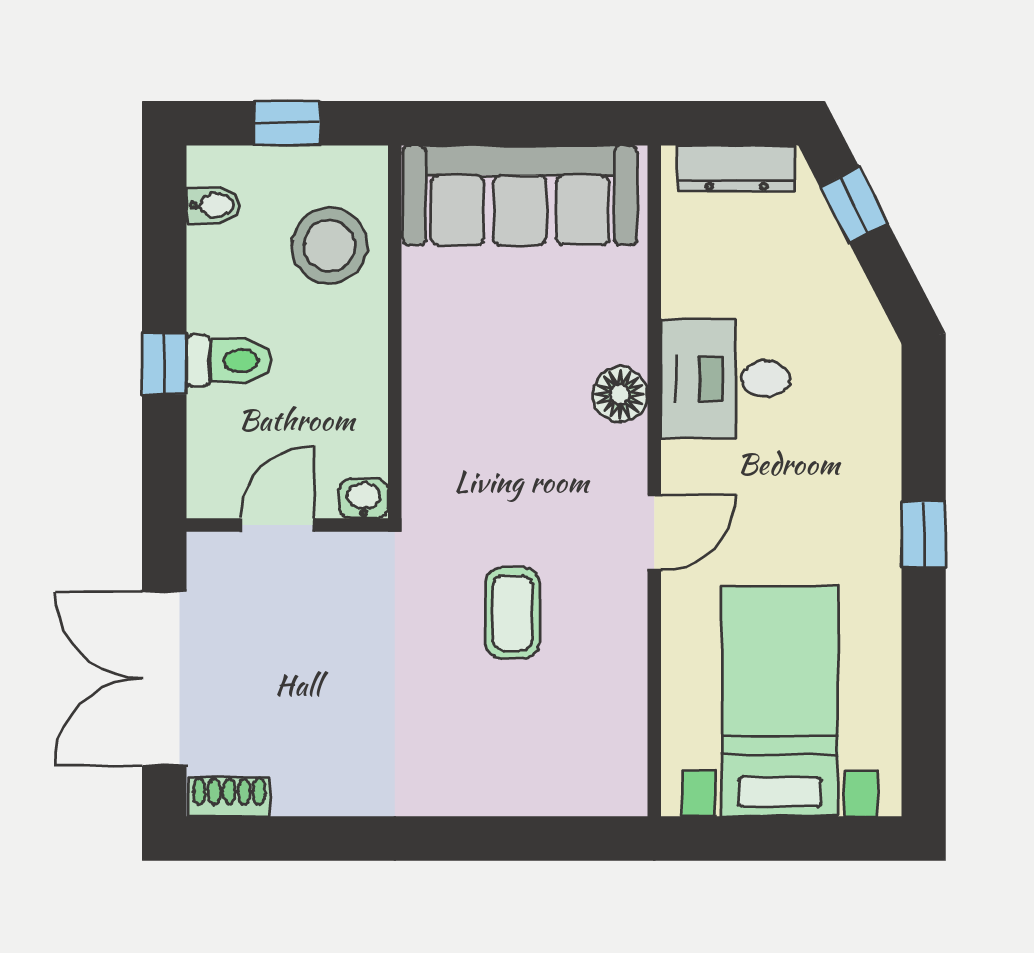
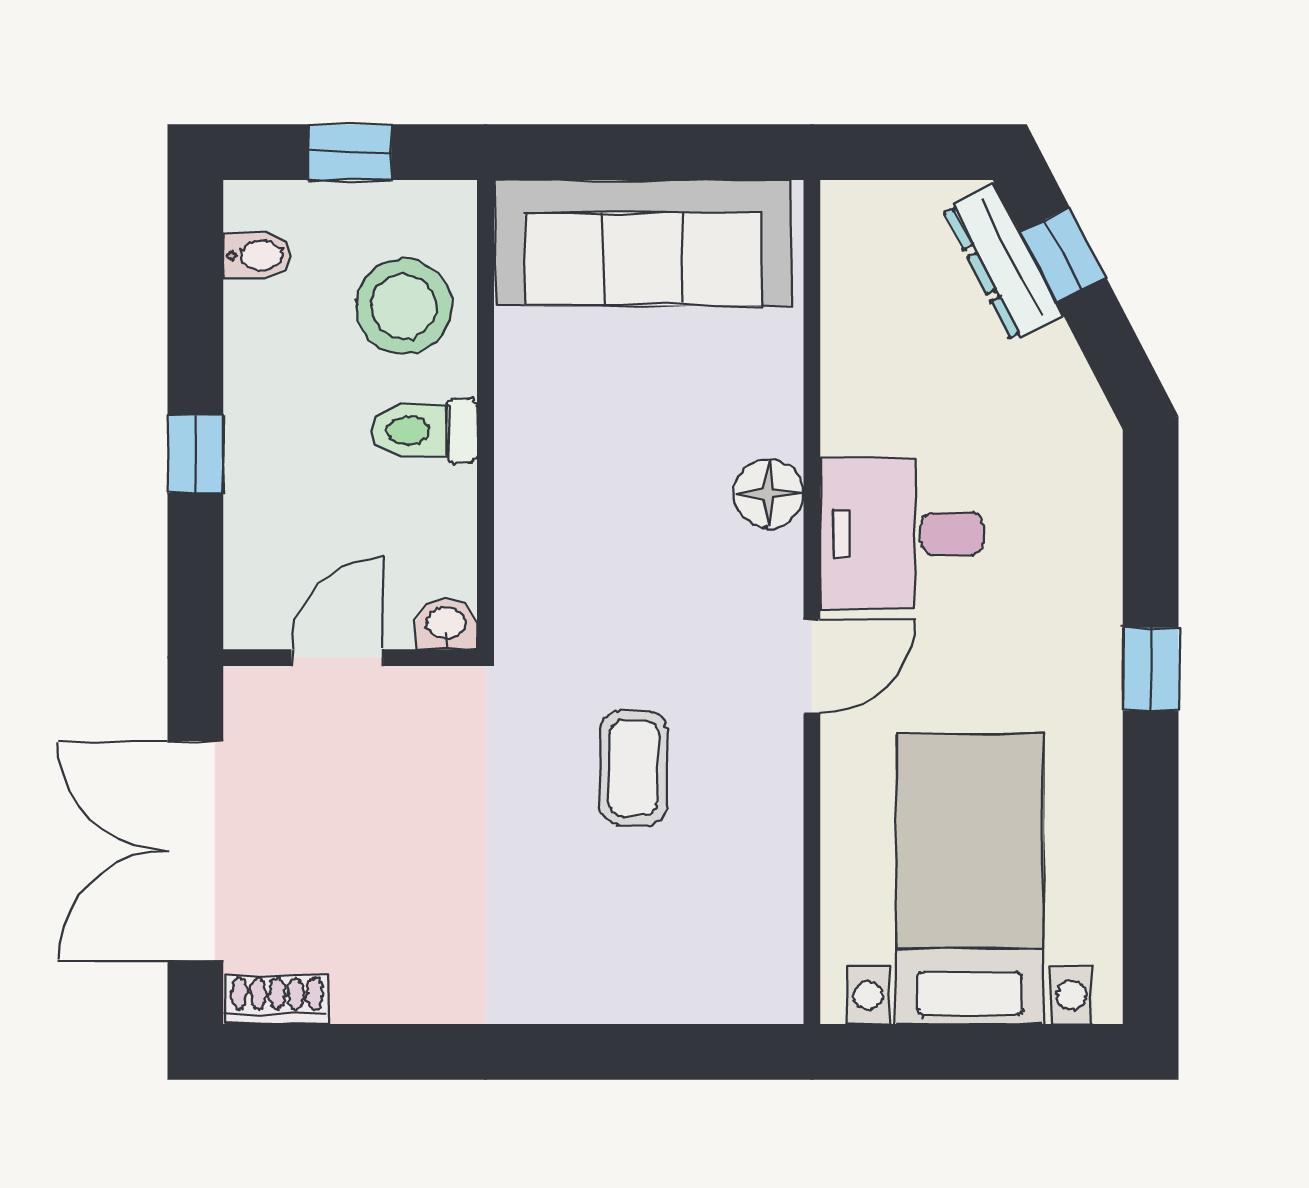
dresser: (736, 168) -> (1003, 262), moved, turned 62
toilet: (229, 360) -> (424, 430), moved, turned 180
desk: (726, 379) -> (902, 534), moved

